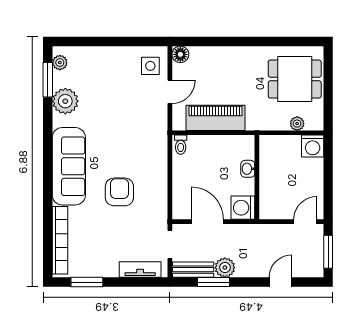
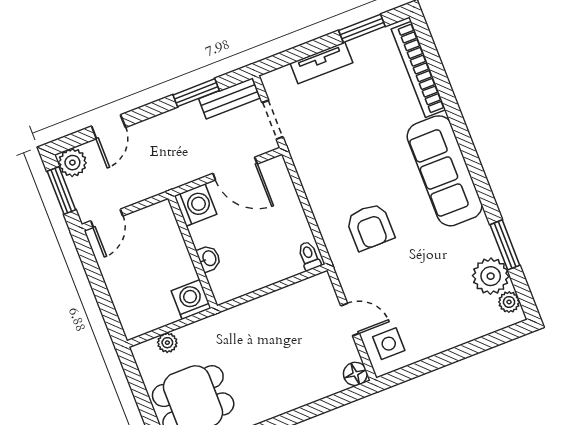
window: (48, 80) -> (505, 245), moved
door: (170, 92) -> (350, 319), swing flipped
plant: (65, 101) -> (491, 276), moved
piano: (216, 118) -> (277, 309), removed
washing machine: (313, 146) -> (191, 300), moved
armchair: (119, 192) -> (370, 227), moved
plant: (225, 268) -> (72, 163), moved
tv unit: (140, 270) -> (321, 63), moved

